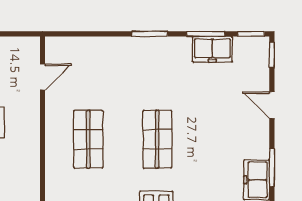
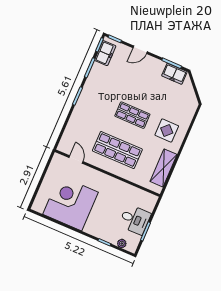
freezer: (212, 49) -> (105, 53), moved
shop shelf: (88, 139) -> (117, 150), width x1.43, depth x1.36

